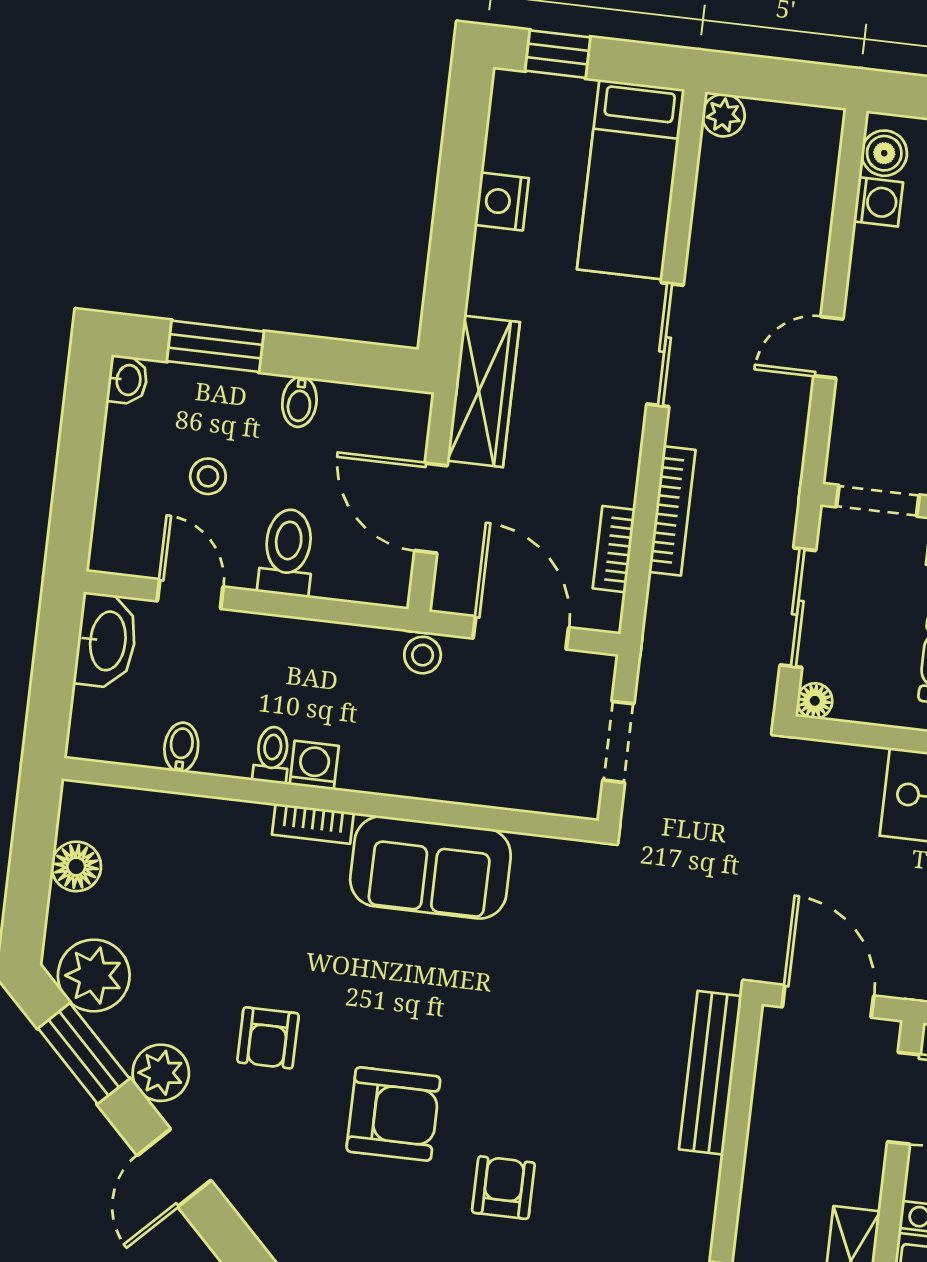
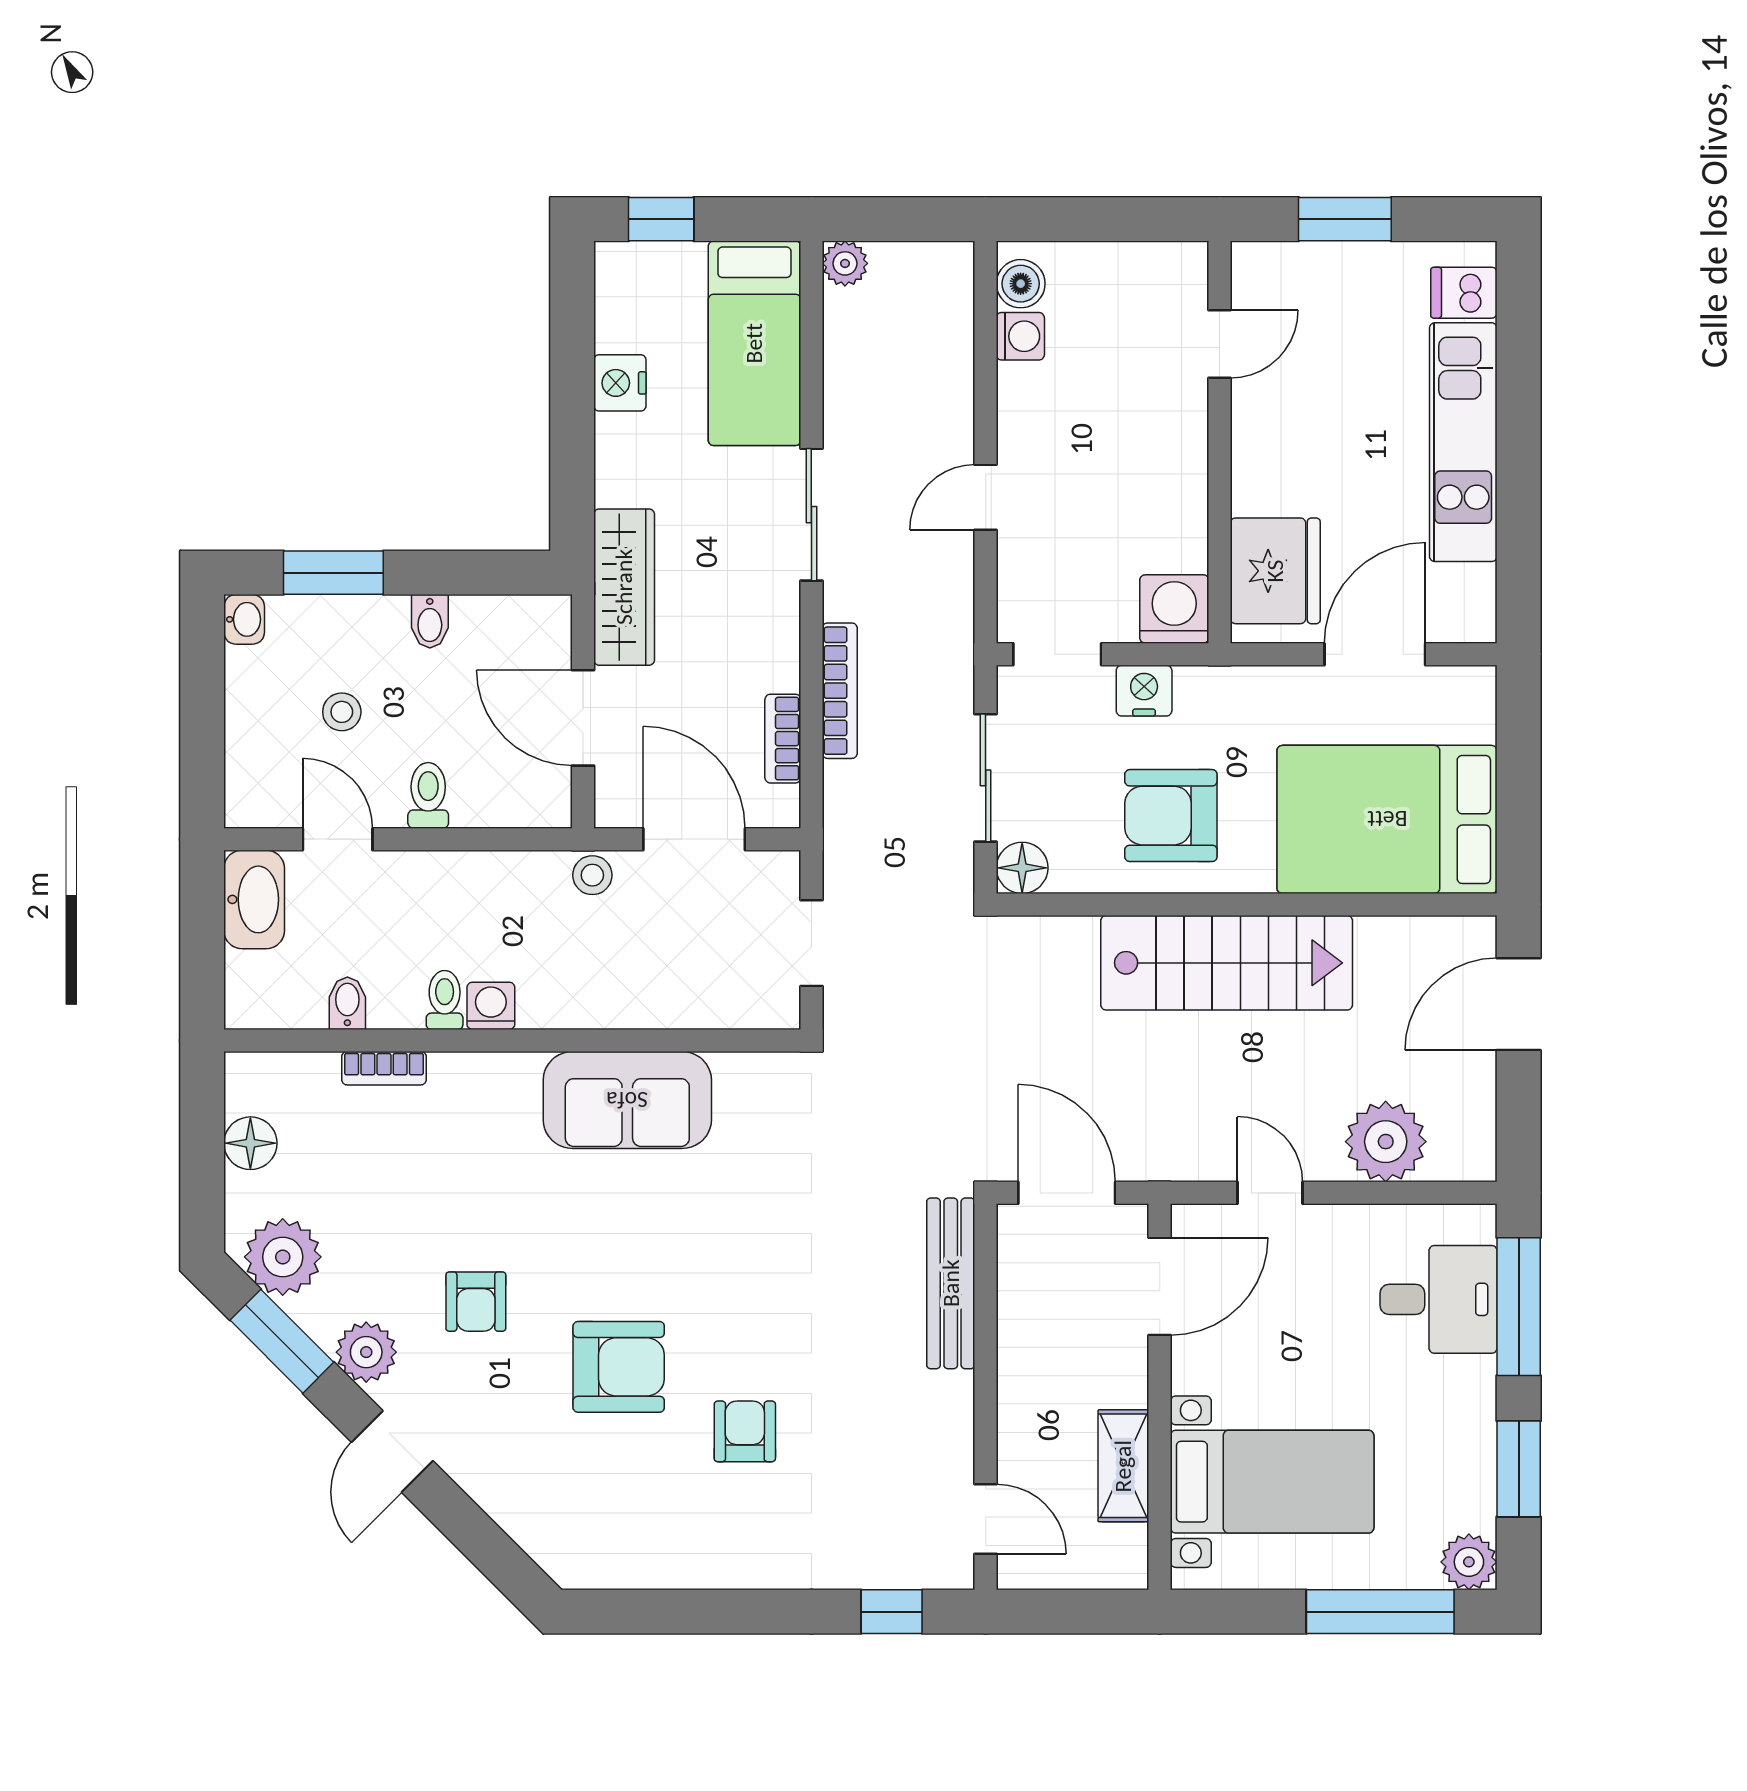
toilet: (287, 552) -> (428, 795), width x0.73, depth x0.72
floor lamp: (815, 701) -> (1022, 868), width x1.37, depth x1.37
bookcase: (313, 824) -> (384, 1068), moved

